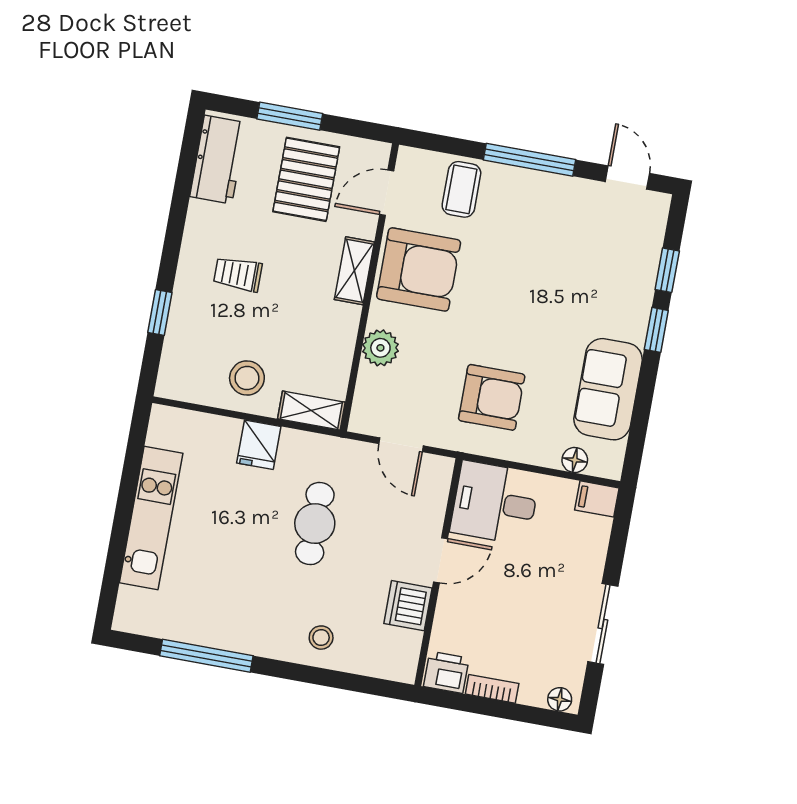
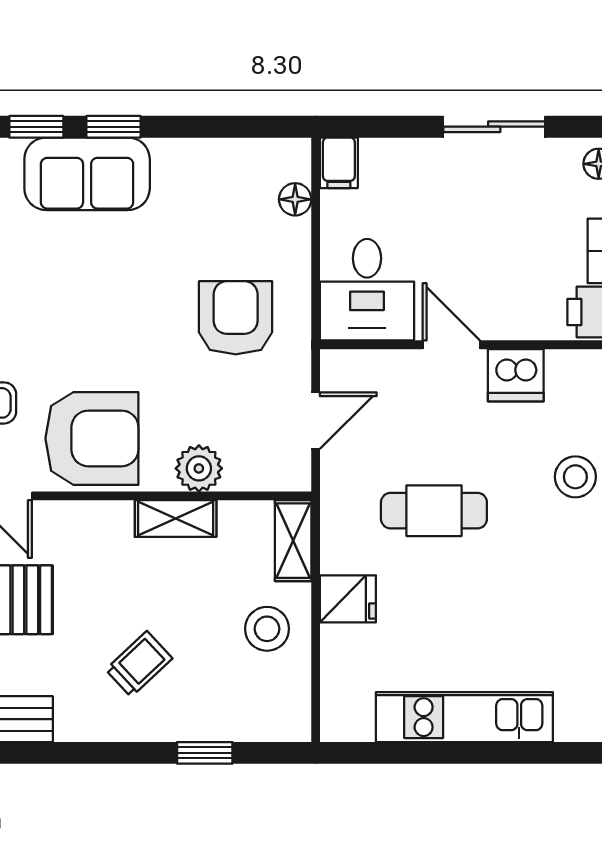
armchair: (419, 269) -> (92, 438), turned 90
shelving: (354, 271) -> (176, 519), moved
trolley: (238, 274) -> (139, 664), turned -133
sofa: (608, 389) -> (87, 174), moved
stool: (321, 638) -> (575, 477), width x1.37, depth x1.37

